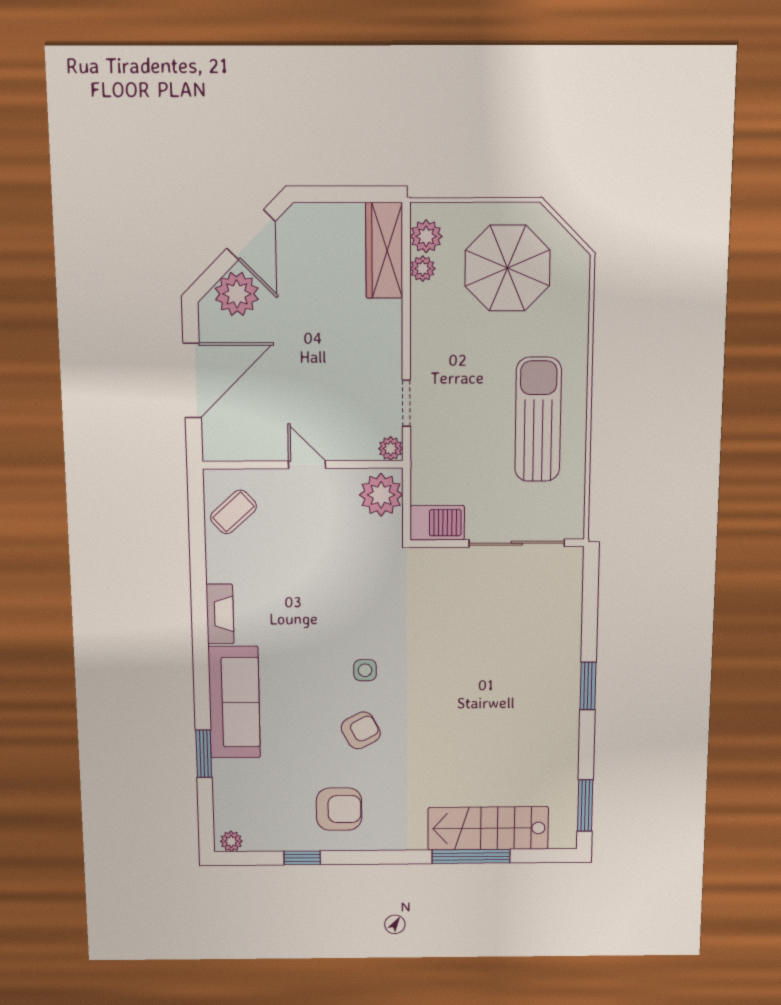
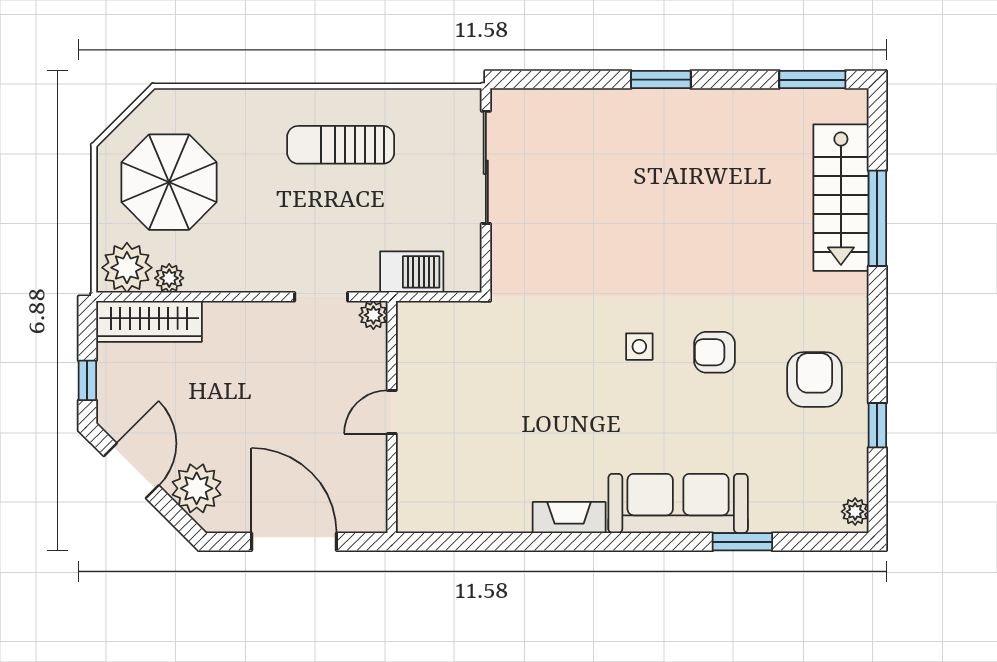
window: (331, 194) -> (87, 380), added
door: (251, 235) -> (131, 471), hinge flipped
plant: (426, 236) -> (127, 268), width x1.36, depth x1.36
sun lounger: (538, 420) -> (341, 145), width x0.73, depth x0.75
plant: (381, 495) -> (428, 326), removed
coffee table: (233, 512) -> (447, 498), removed
barbecue: (437, 523) -> (412, 272), moved, turned 90
armchair: (361, 730) -> (714, 352), turned -62

